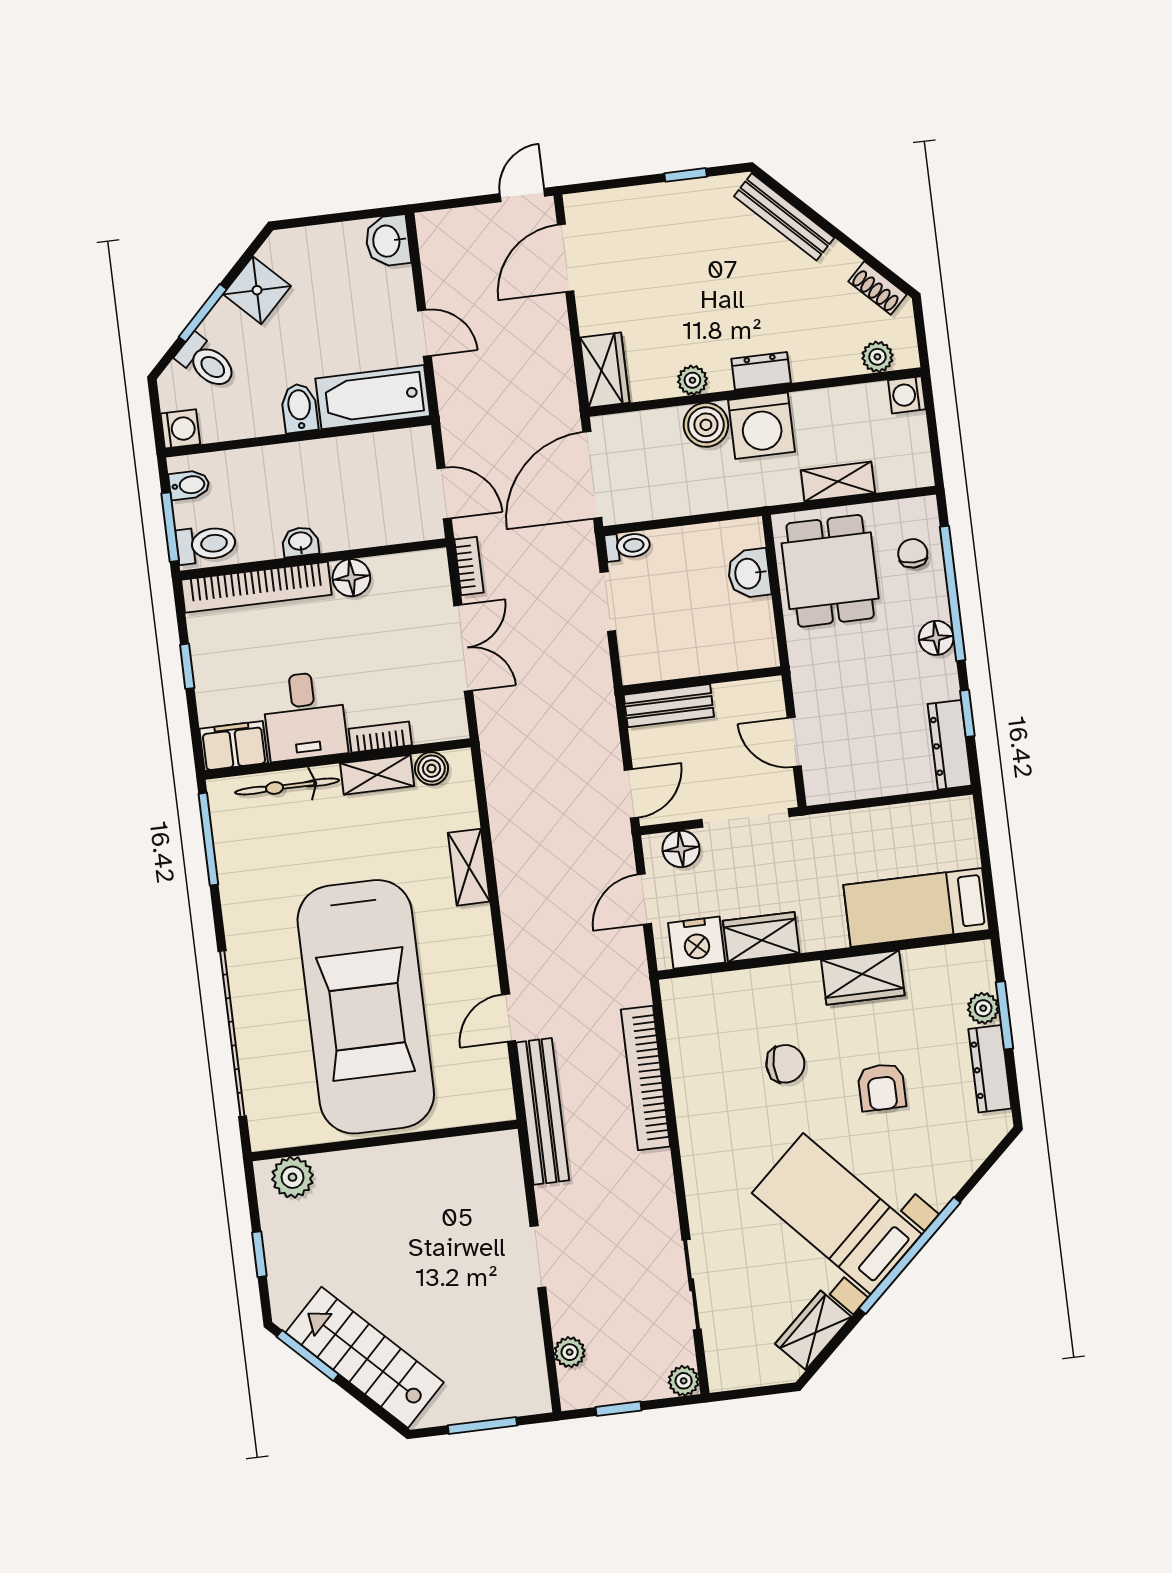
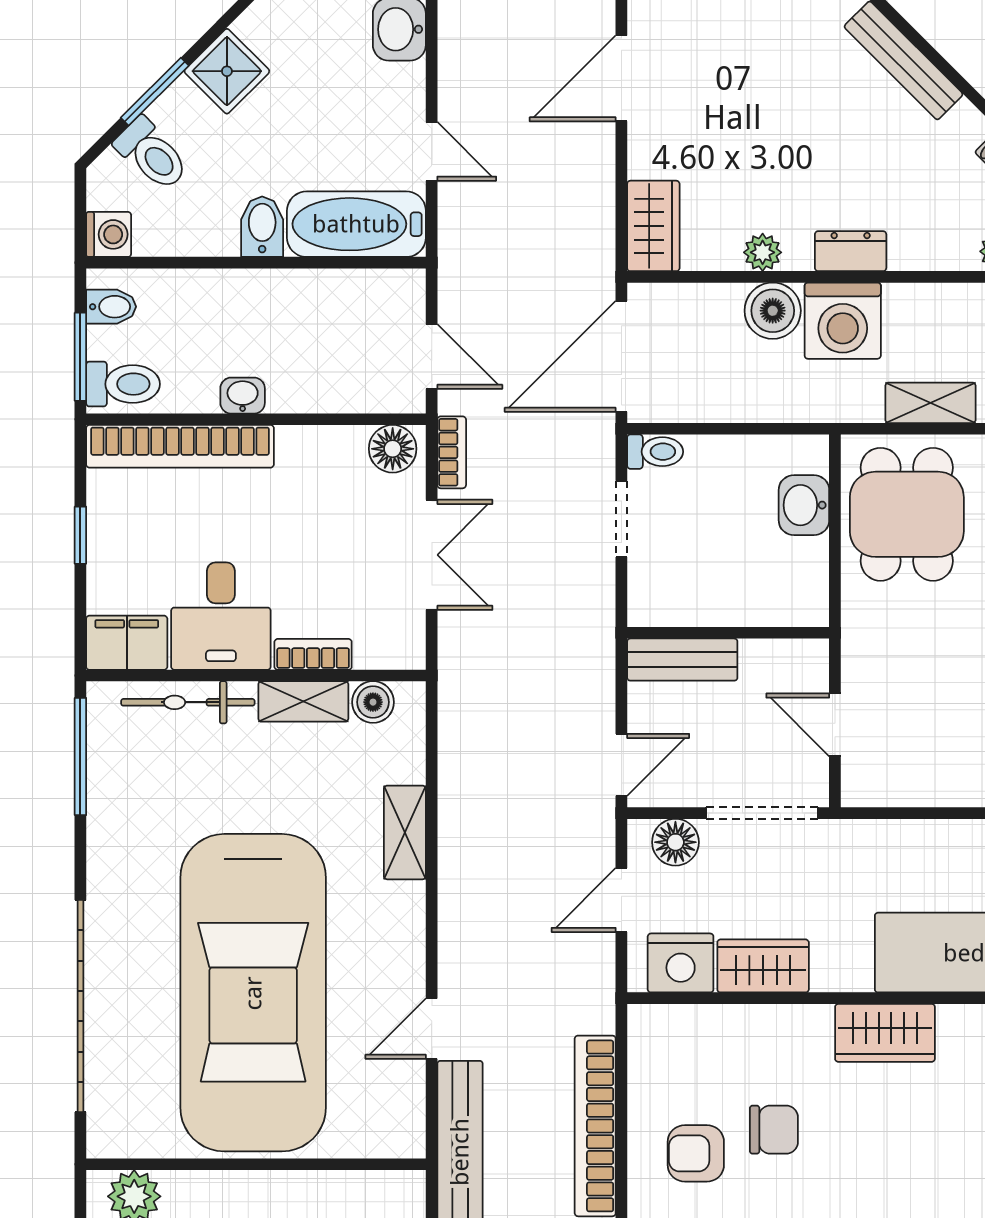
floor lamp: (351, 578) -> (393, 449), moved
armchair: (882, 1087) -> (696, 1153), moved, turned 90

